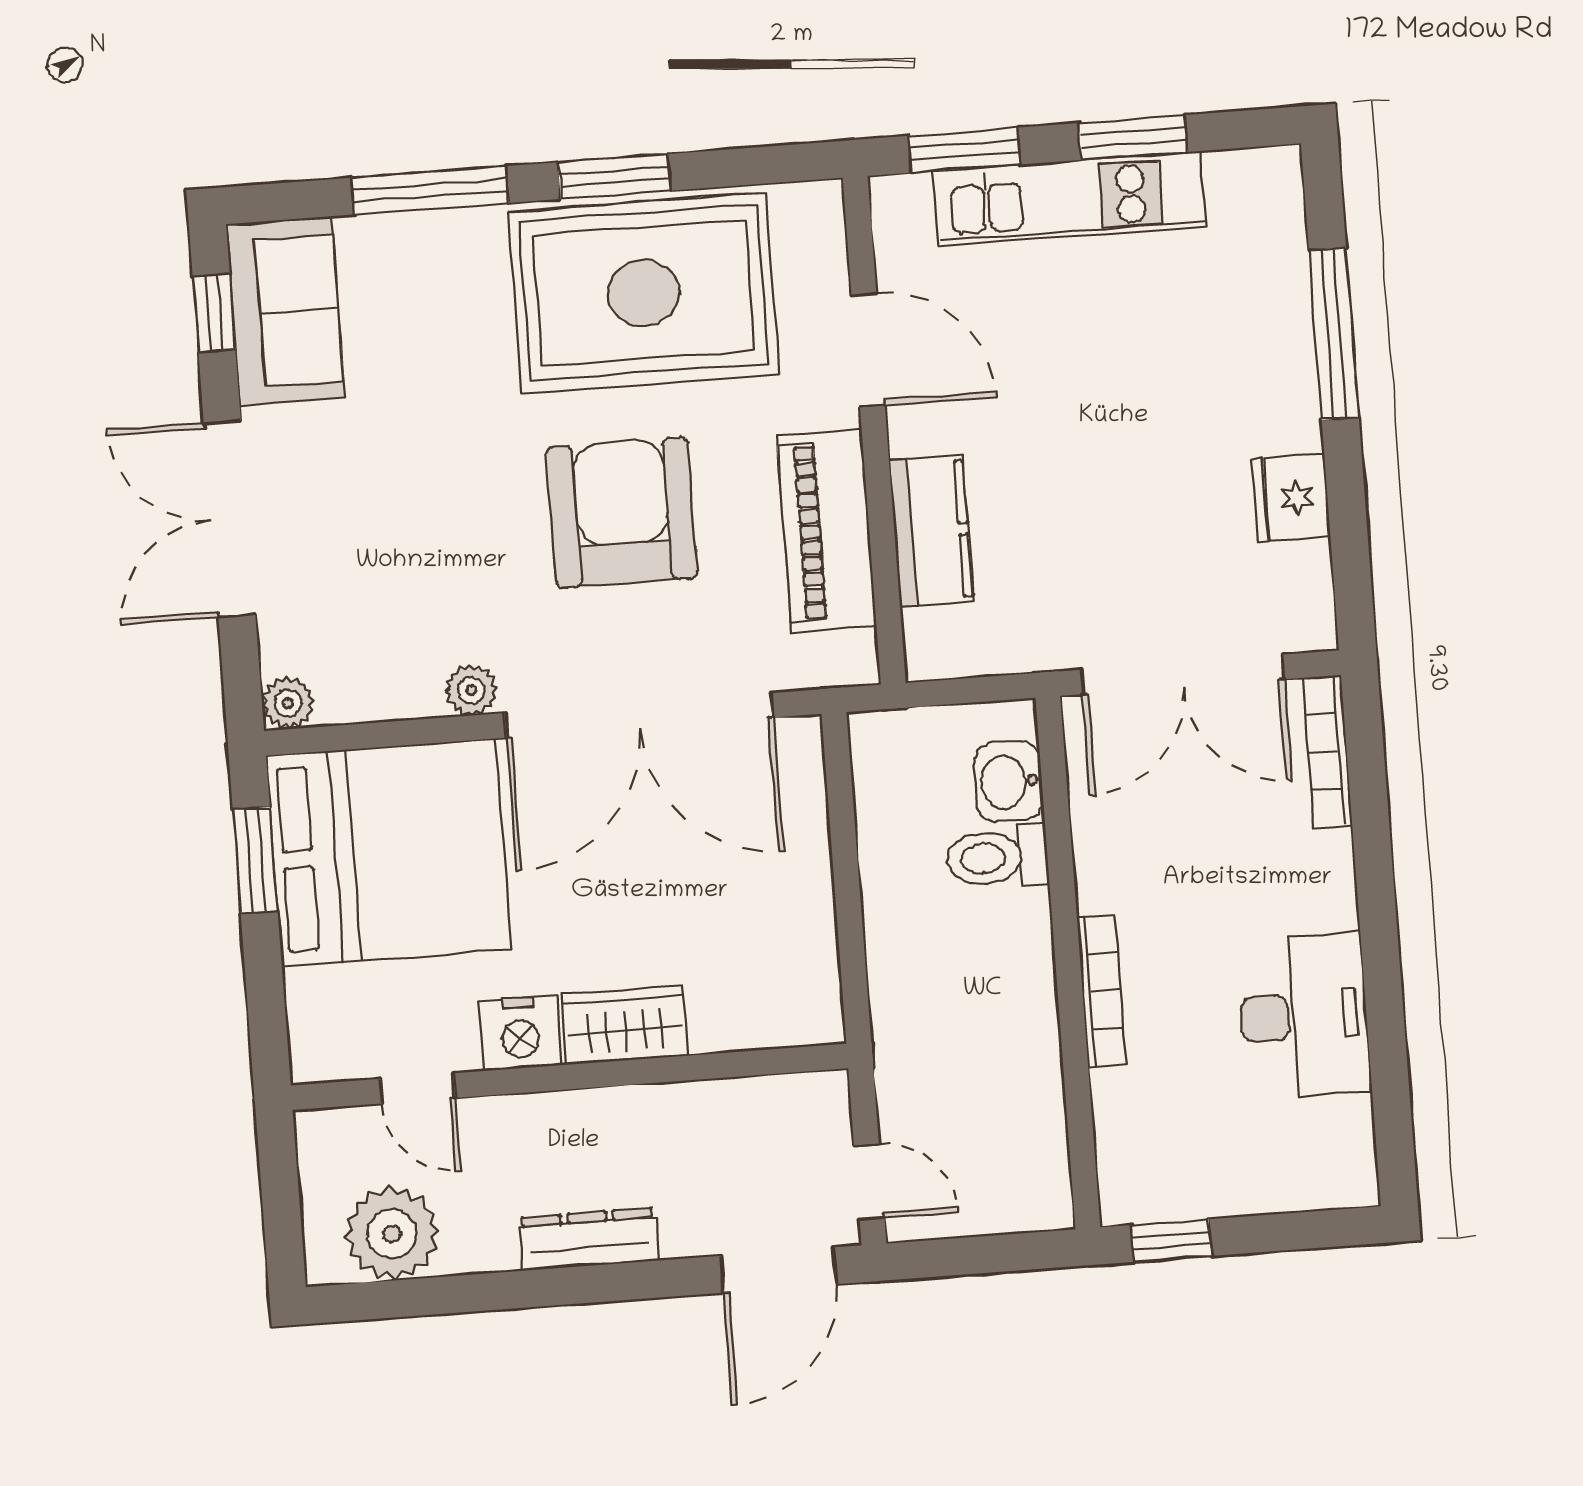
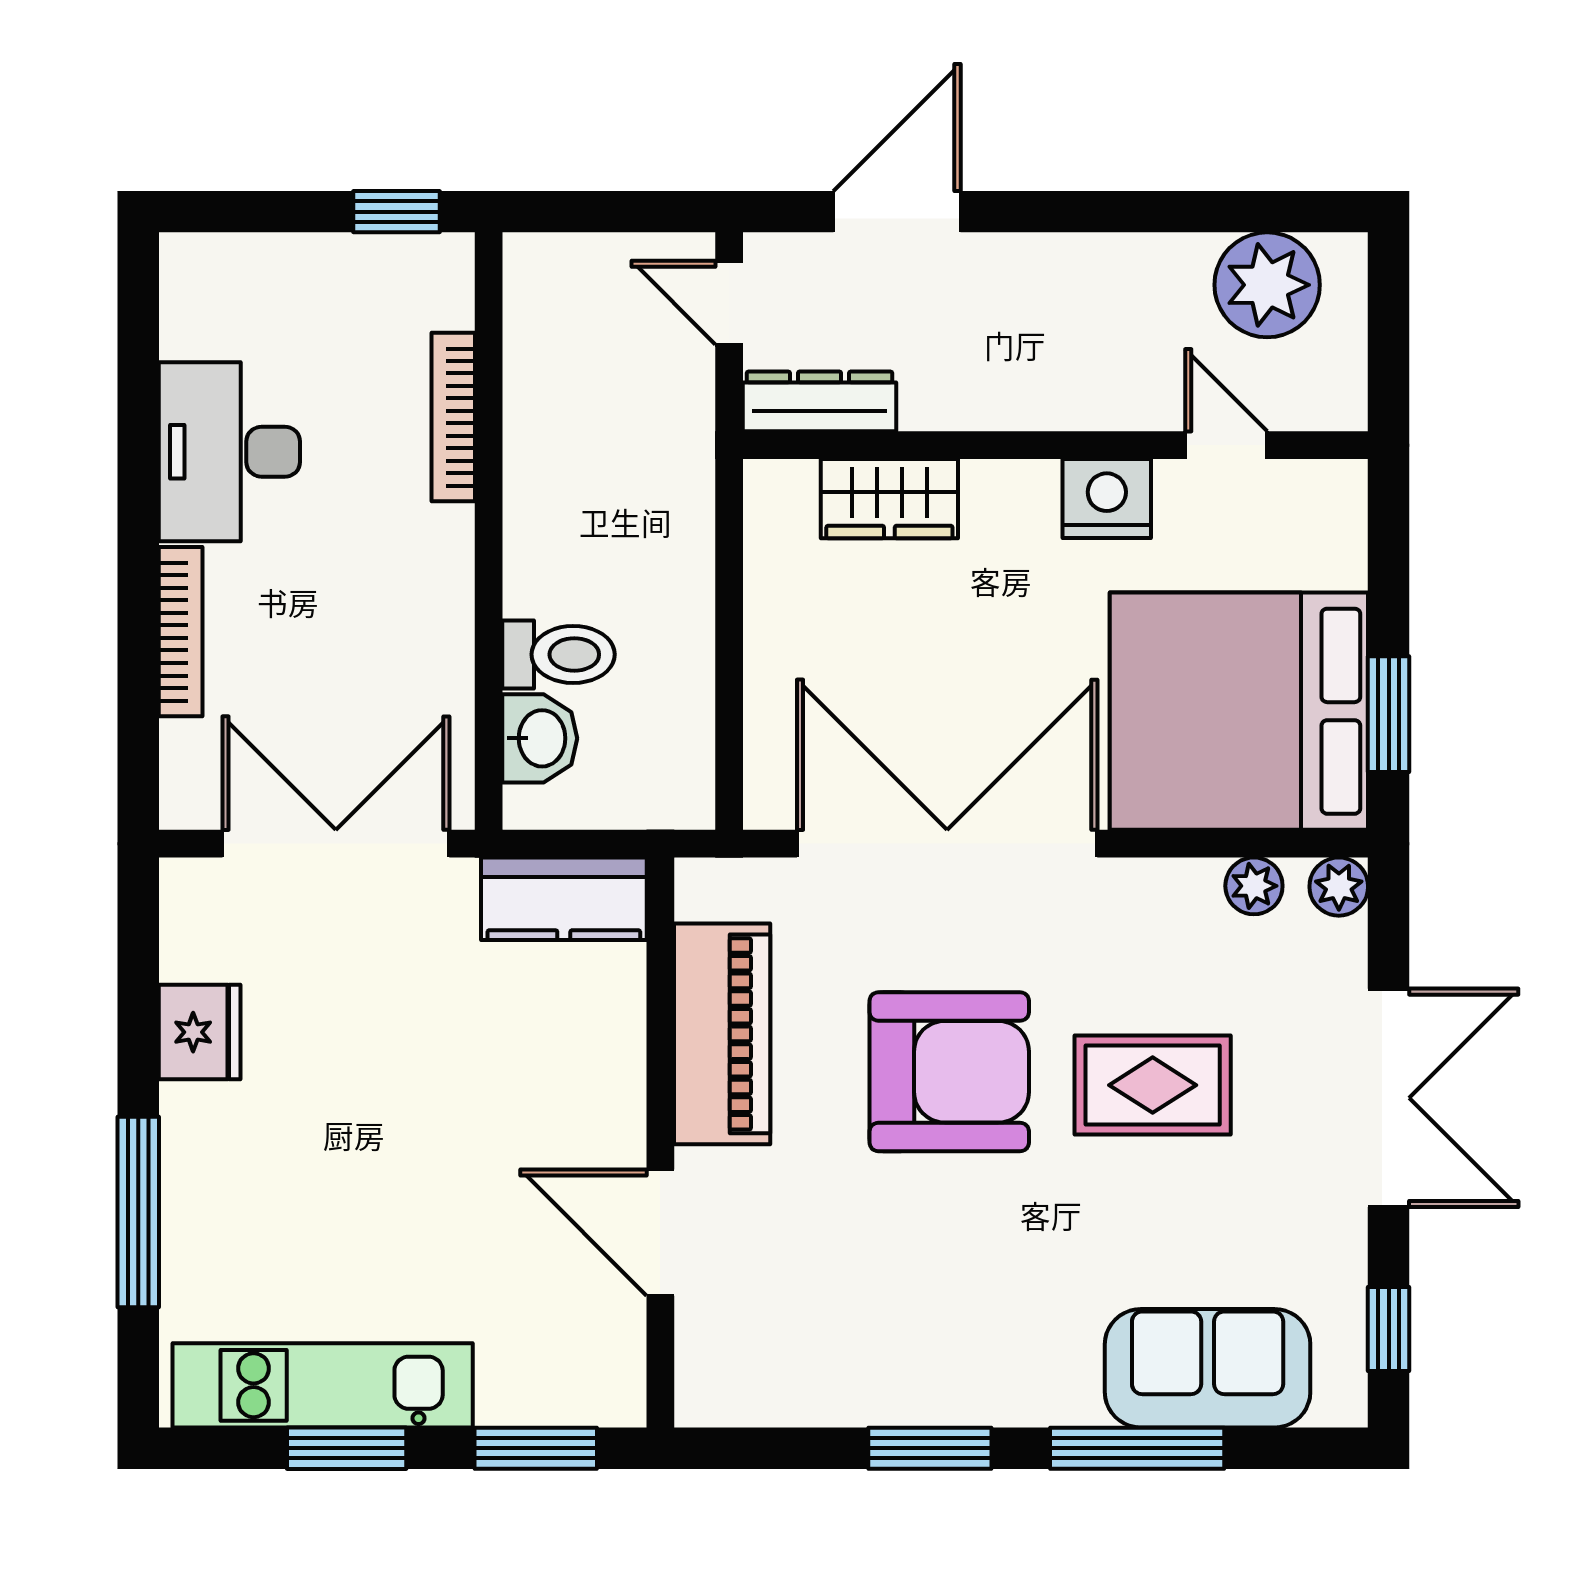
kitchen unit: (1069, 198) -> (323, 1385), moved
rug: (644, 293) -> (1153, 1085), moved, width x0.54, depth x0.49
sofa: (285, 311) -> (1208, 1368), moved, turned 90
armchair: (622, 513) -> (949, 1072), turned -90
kitchen counter: (931, 531) -> (564, 899), moved, turned -90
plant: (471, 690) -> (1254, 886), moved
bookcase: (1327, 752) -> (181, 632), moved
bookcase: (1102, 991) -> (453, 417), moved
wardrobe: (625, 1025) -> (889, 499), moved
dresser: (588, 1239) -> (820, 401), moved, turned 180
door: (779, 1270) -> (897, 212), moved

